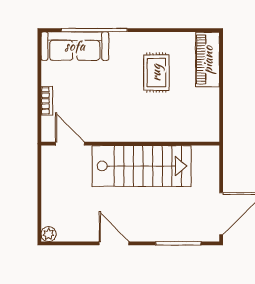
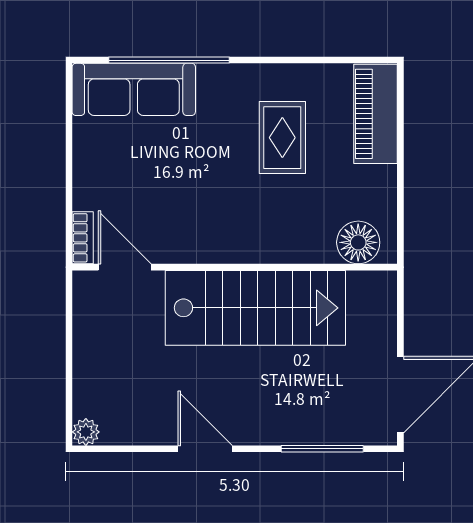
bookcase: (47, 101) -> (83, 238), moved
floor lamp: (198, 130) -> (358, 242), added

